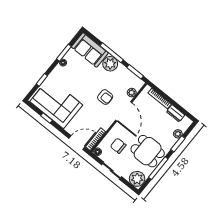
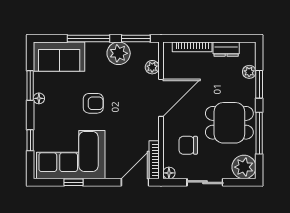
plant: (110, 64) -> (119, 53), moved
armchair: (105, 97) -> (93, 103), moved
door: (124, 111) -> (161, 98), hinge flipped

